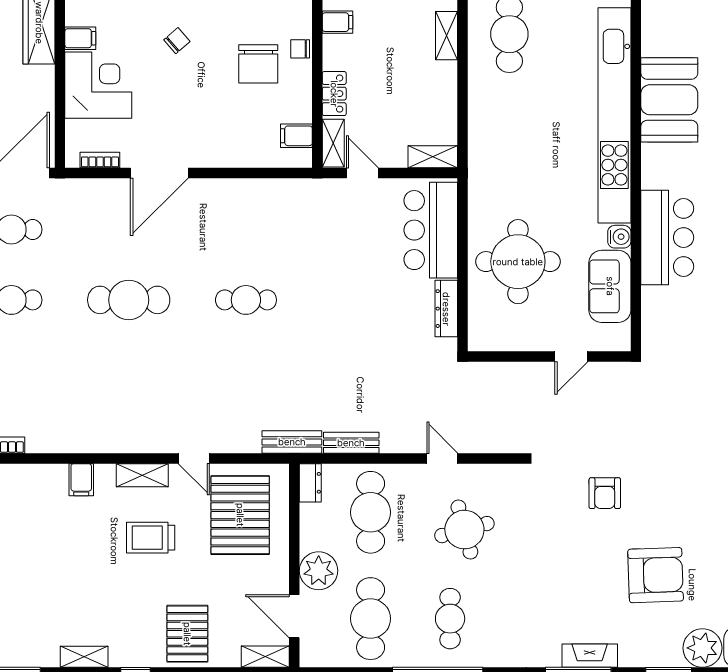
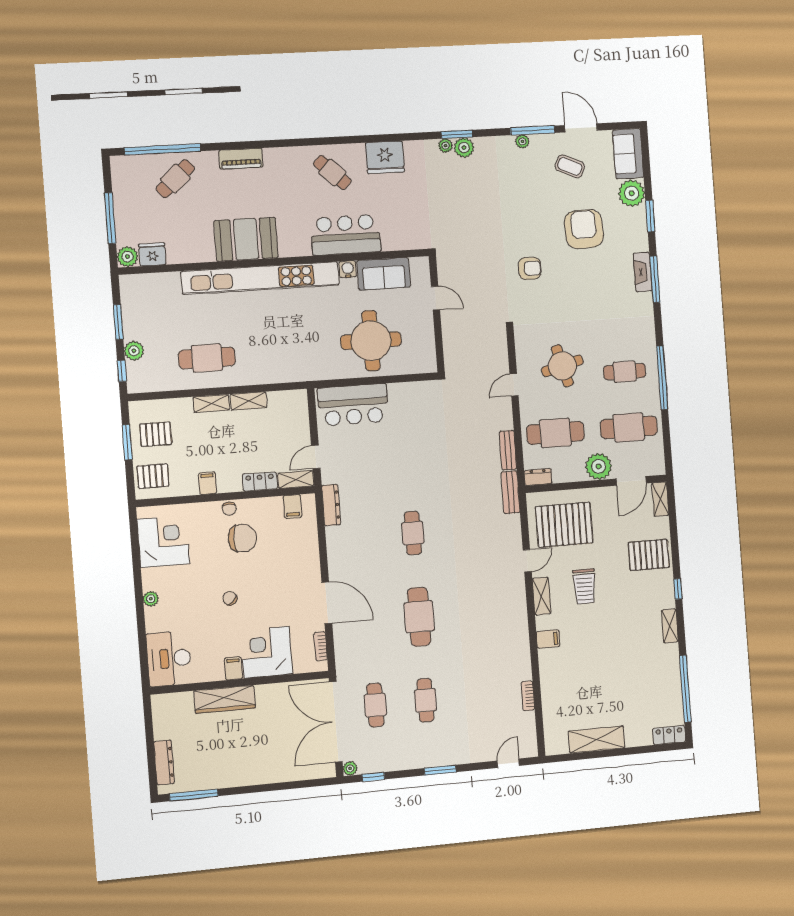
shelving: (433, 157) -> (249, 401), moved, turned 90
dresser: (446, 309) -> (331, 505), moved, turned -90

